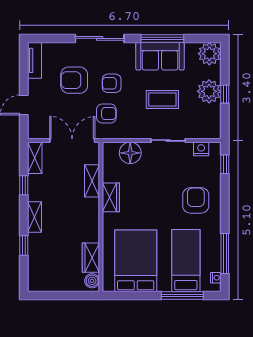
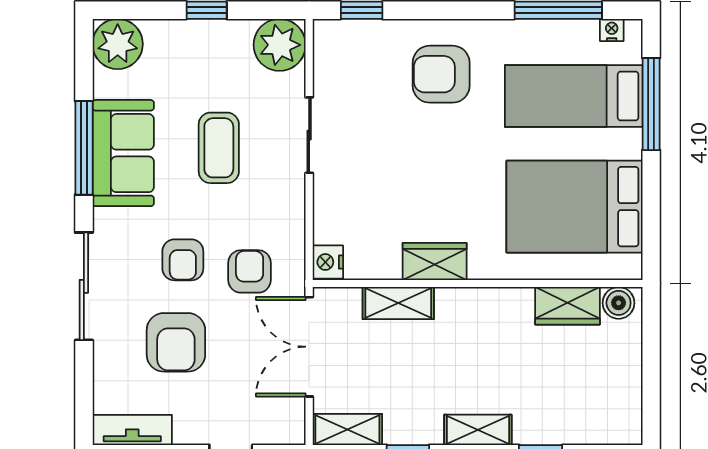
plant: (209, 91) -> (280, 45), moved
nightstand: (201, 149) -> (328, 262), moved
floor lamp: (130, 153) -> (336, 219), removed

